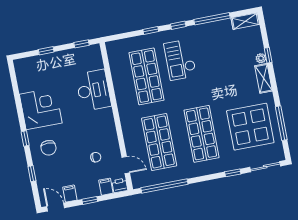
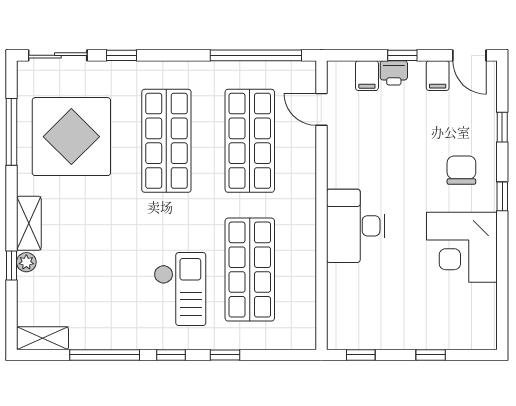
desk: (93, 90) -> (355, 226), moved
chair: (96, 157) -> (375, 135), removed
printer: (120, 185) -> (394, 73), moved

